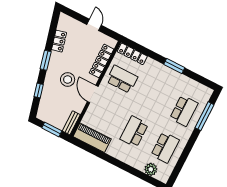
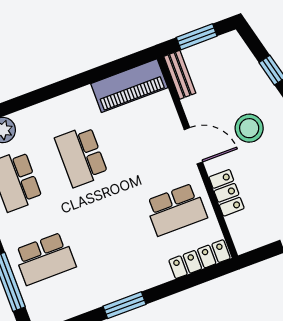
locker: (102, 61) -> (227, 193), width x0.66
school desk: (184, 111) -> (45, 259), turned -90
school desk: (134, 132) -> (81, 156), turned 180

